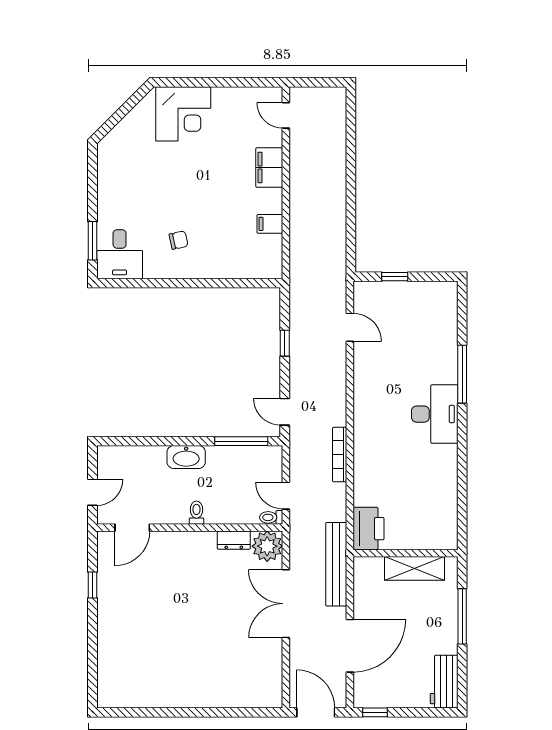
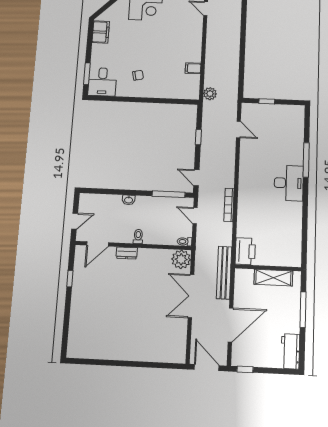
filing cabinet: (269, 167) -> (101, 32), moved, turned 180
plant: (300, 267) -> (210, 94), added
washbasin: (186, 457) -> (129, 200), width x0.52, depth x0.69
door: (286, 496) -> (195, 216), moved
dresser: (234, 540) -> (127, 253), moved

